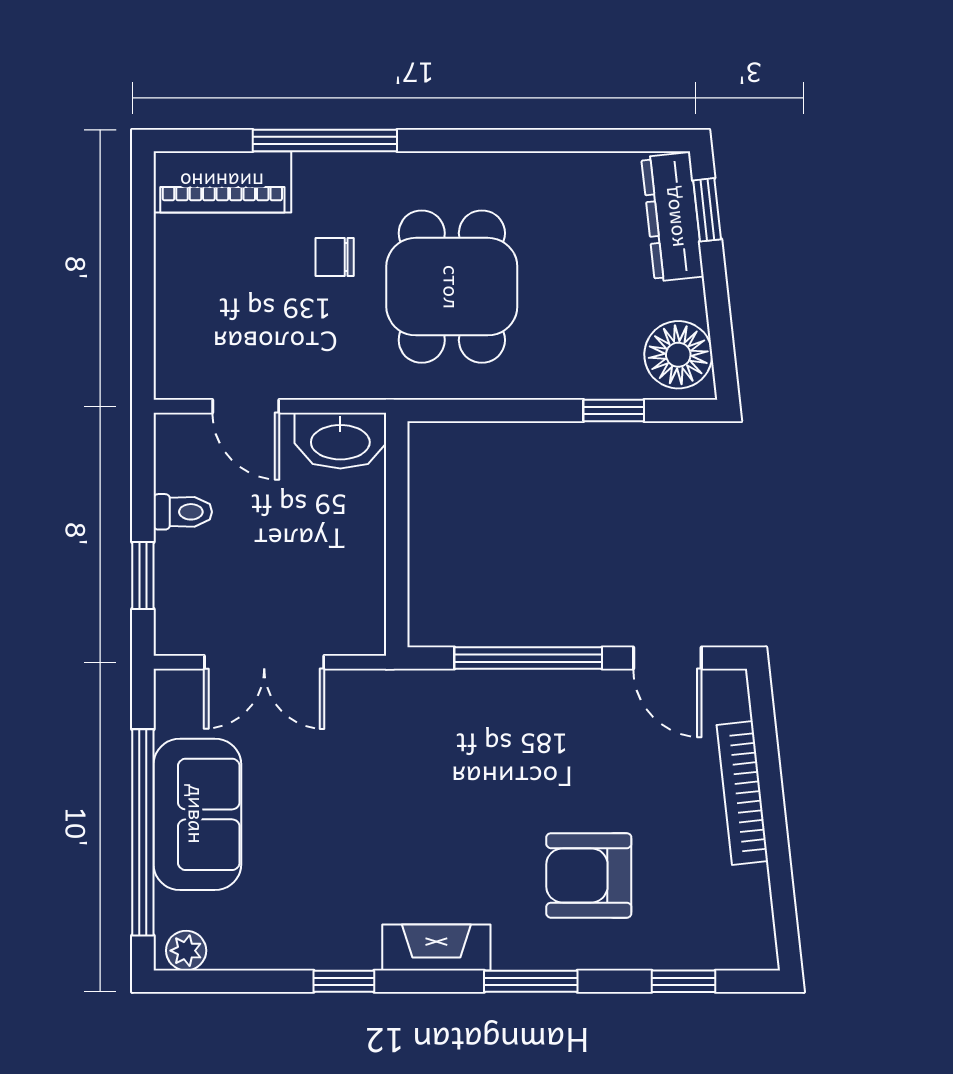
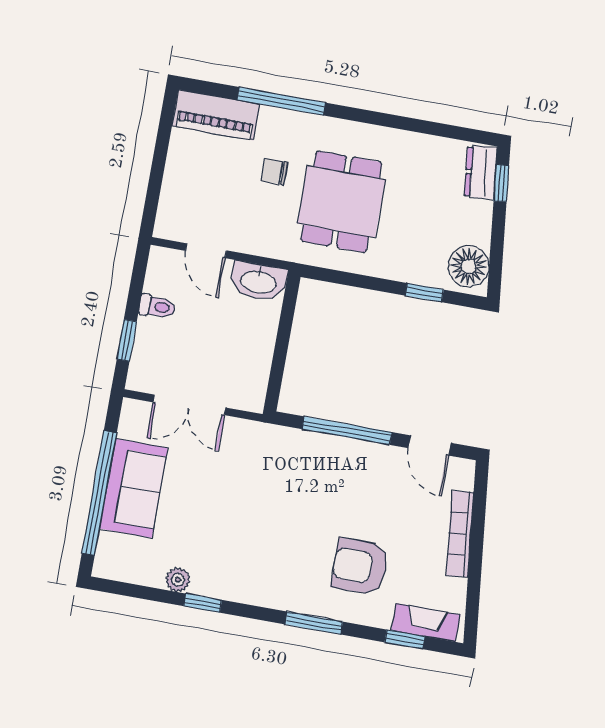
dresser: (672, 217) -> (481, 172), width x0.70
fireplace: (436, 947) -> (426, 623), moved
plant: (186, 951) -> (178, 580), moved

